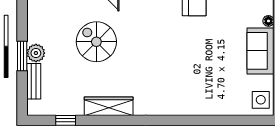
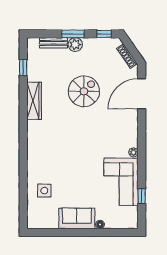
window: (22, 16) -> (104, 34), added
side table: (261, 100) -> (44, 191), moved

